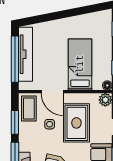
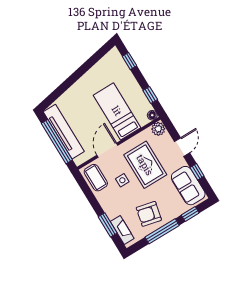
door: (52, 92) -> (107, 150), swing flipped
window: (15, 122) -> (91, 197), removed

